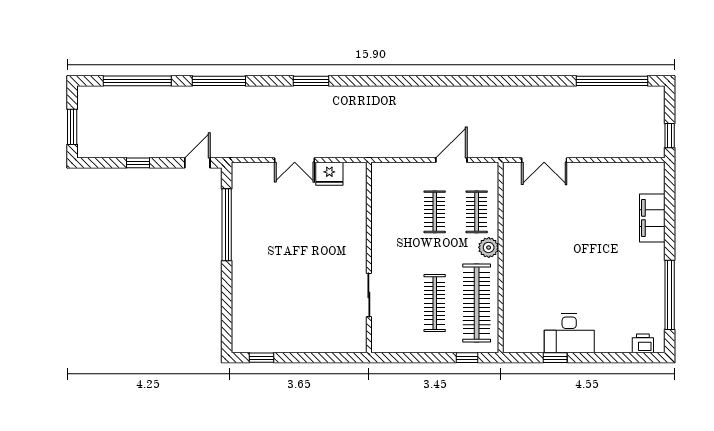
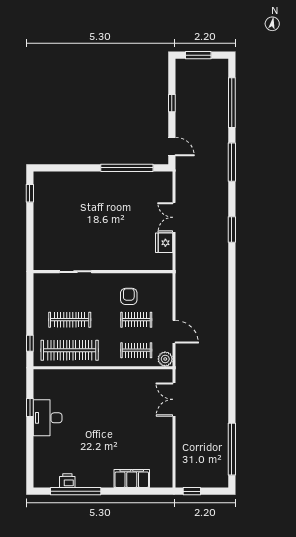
armchair: (403, 222) -> (129, 296), added
plant: (489, 247) -> (165, 359), moved
printer: (643, 343) -> (67, 481), moved, turned -90

